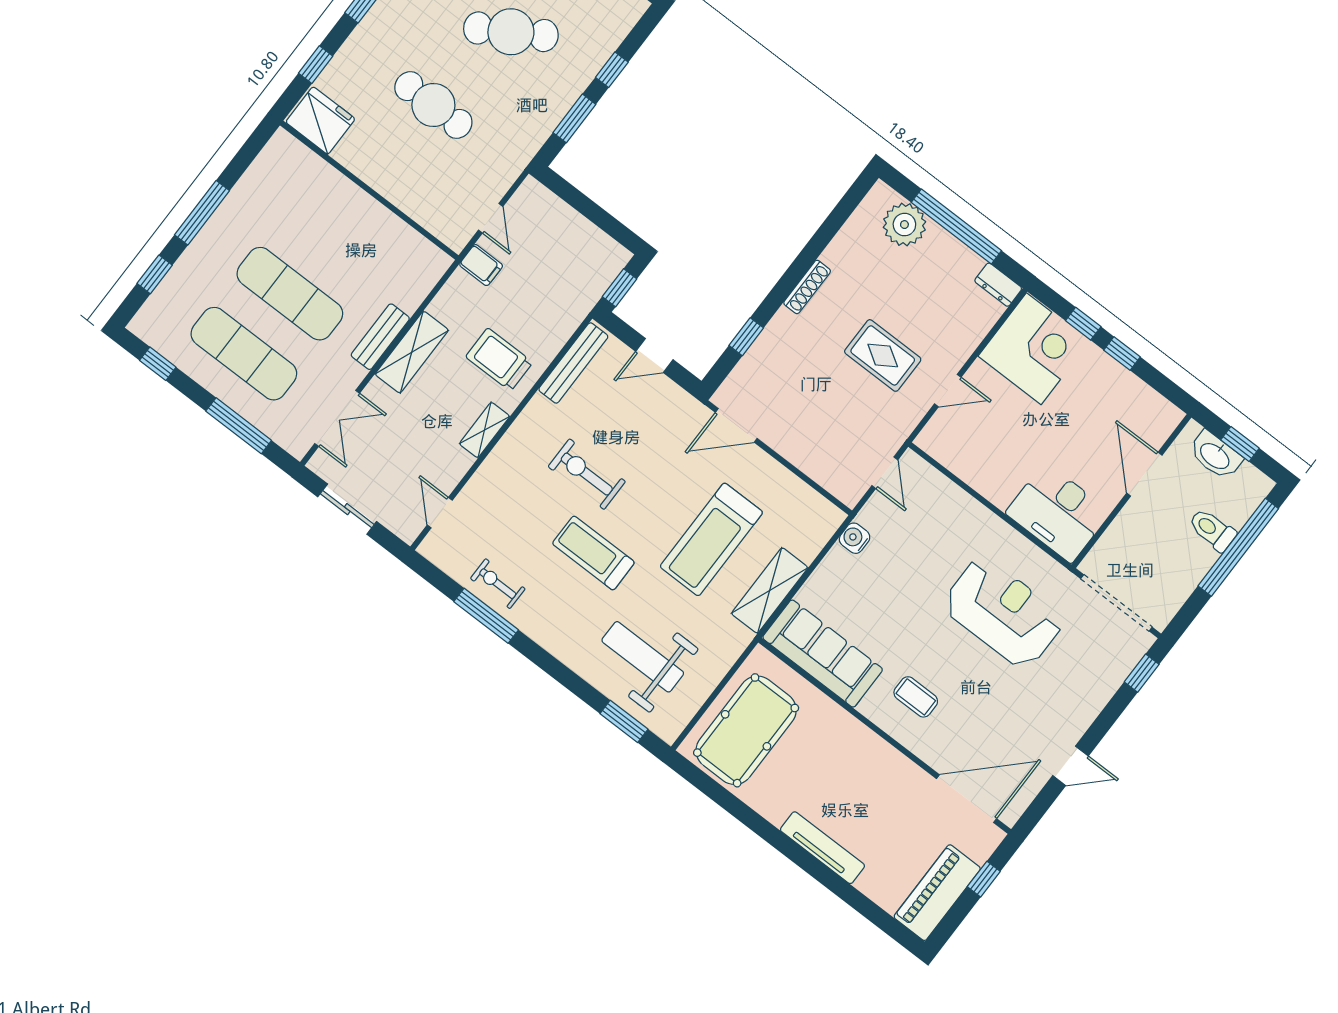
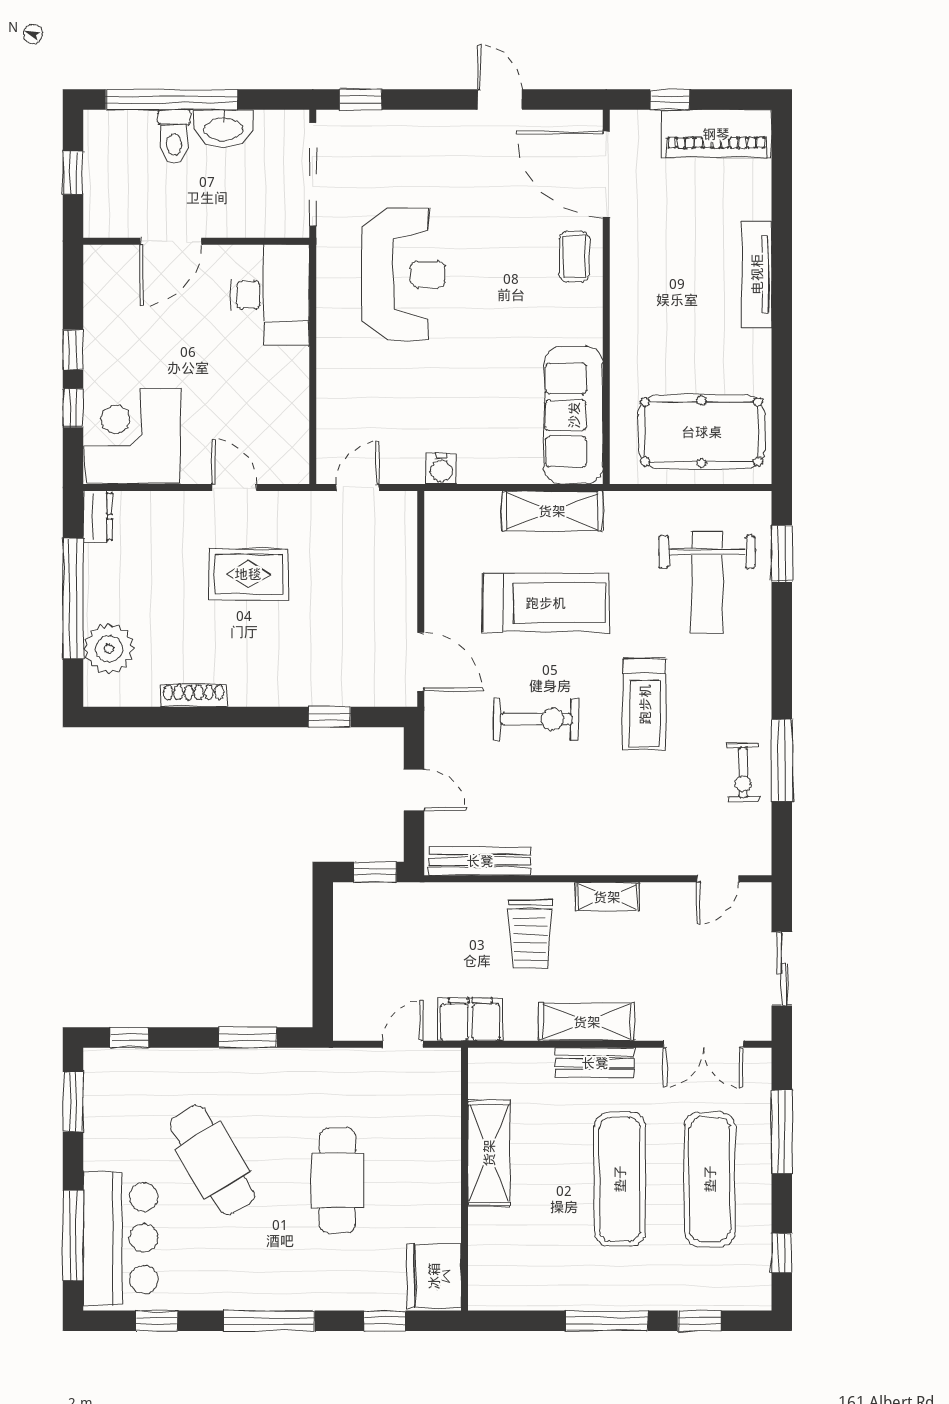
window: (612, 70) -> (129, 1037), moved
shelving: (374, 220) -> (489, 1153), added
filing cabinet: (481, 265) -> (470, 1019), width x2.00
shoe rack: (807, 287) -> (194, 695), moved
rug: (883, 355) -> (248, 574), turned 90
double door: (337, 418) -> (703, 1044), swing flipped
washbasin: (1215, 455) -> (223, 128), moved, turned 90
exercise bike: (587, 474) -> (536, 719), moved, turned -90
reception desk: (1003, 612) -> (404, 274), turned 180
coffee table: (916, 697) -> (574, 256), moved

